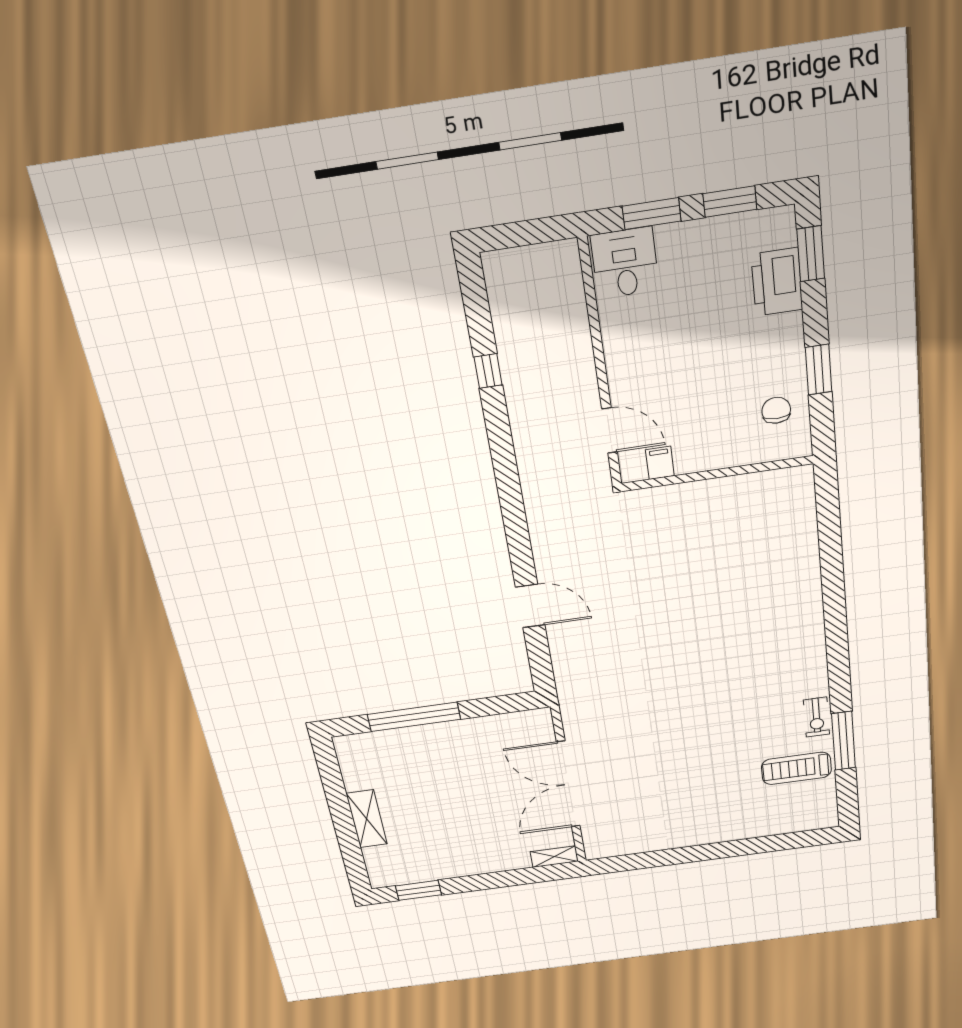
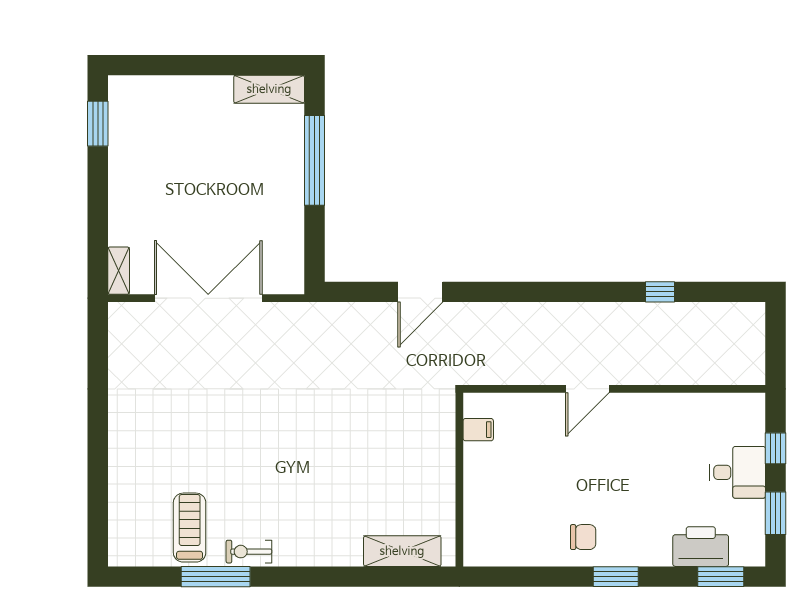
window: (652, 214) -> (776, 448), width x0.67
desk: (625, 263) -> (737, 472), moved
filing cabinet: (660, 463) -> (478, 430), moved
wall: (717, 473) -> (459, 480), moved
shelving: (806, 584) -> (402, 551), added
shelving: (367, 819) -> (269, 89), moved

